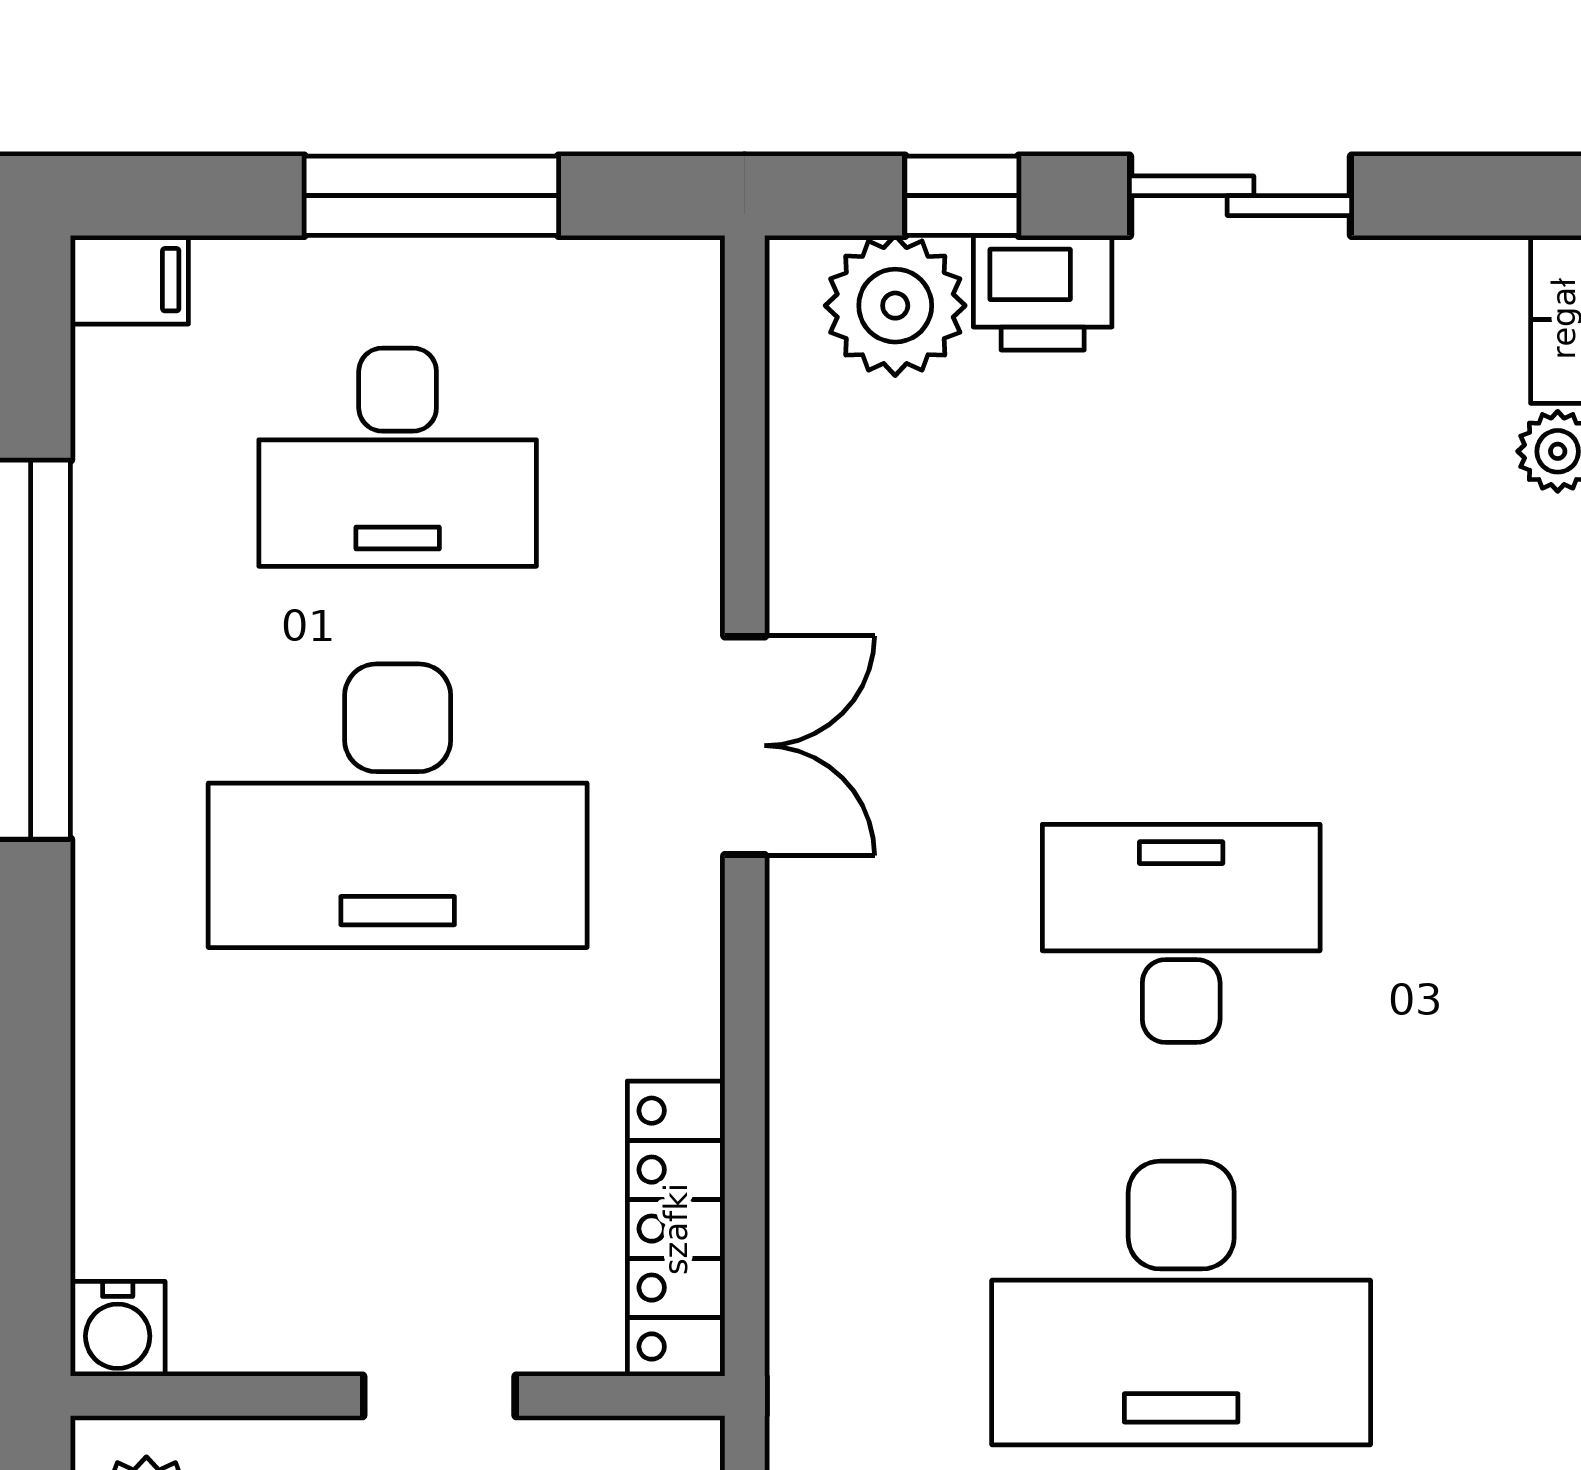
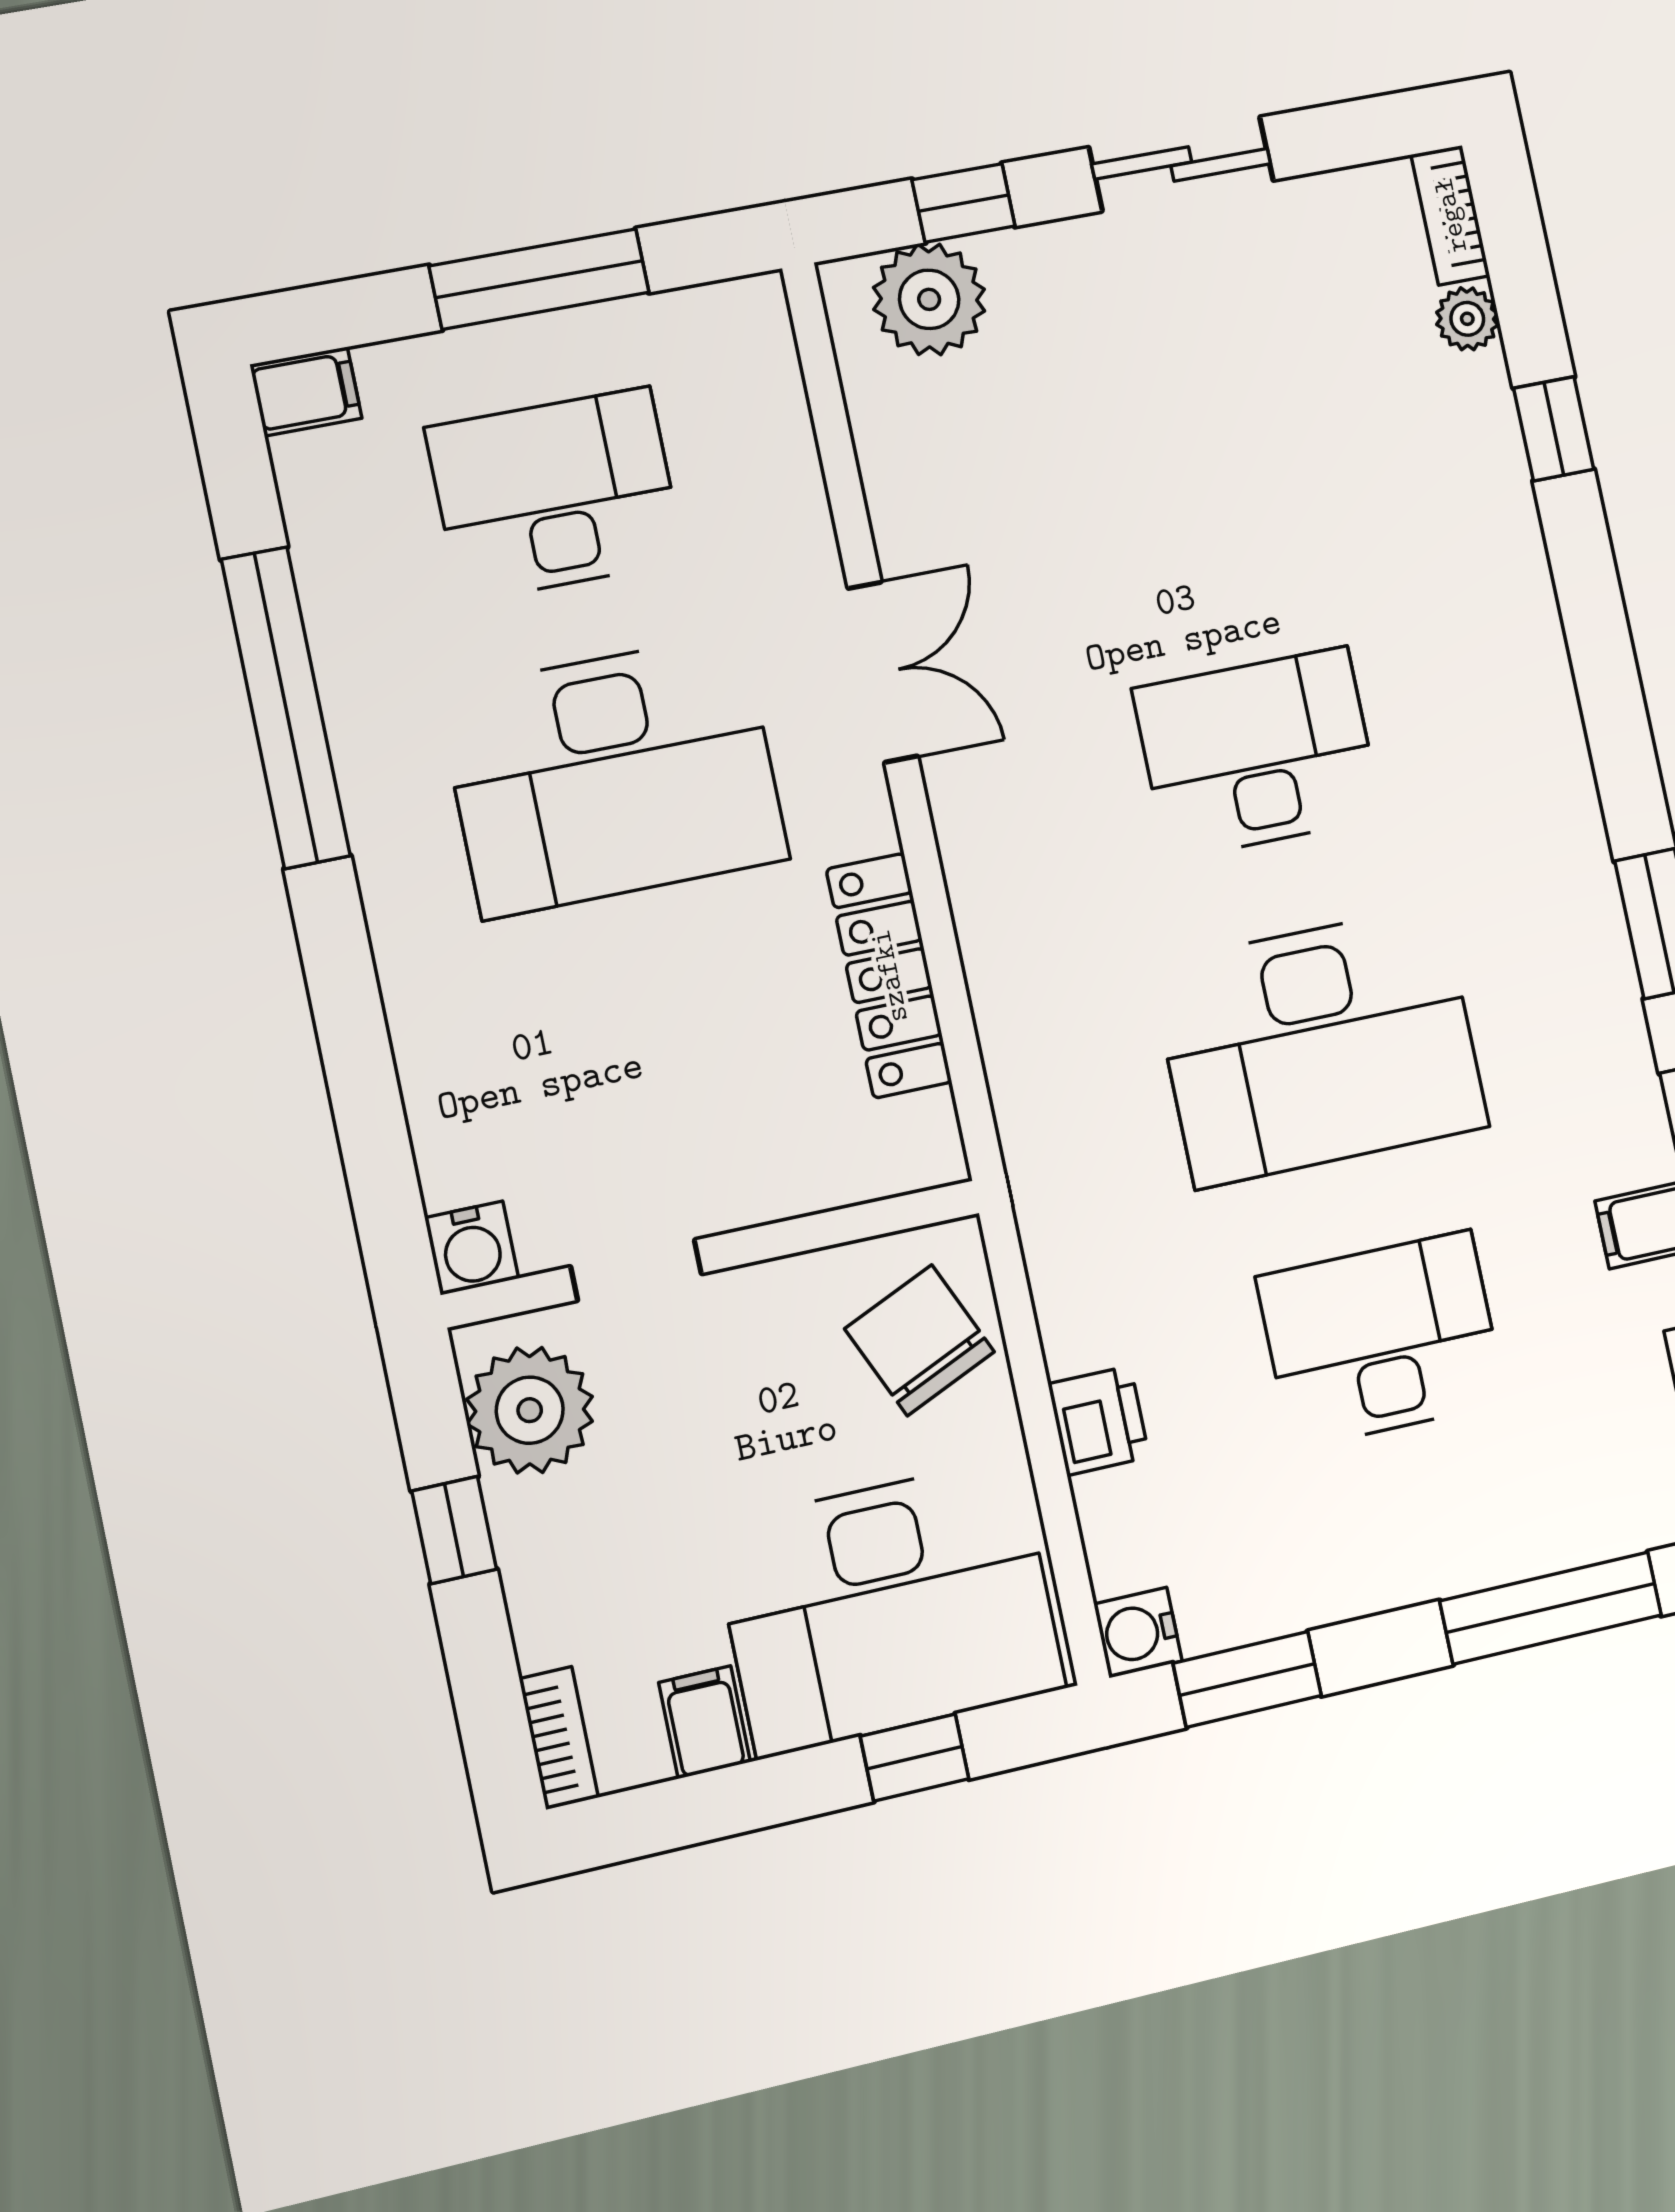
printer: (1043, 293) -> (1043, 268), removed
desk: (398, 457) -> (555, 494), turned 180
locker: (676, 1229) -> (889, 976), moved
doorway: (439, 1396) -> (636, 1270), moved

